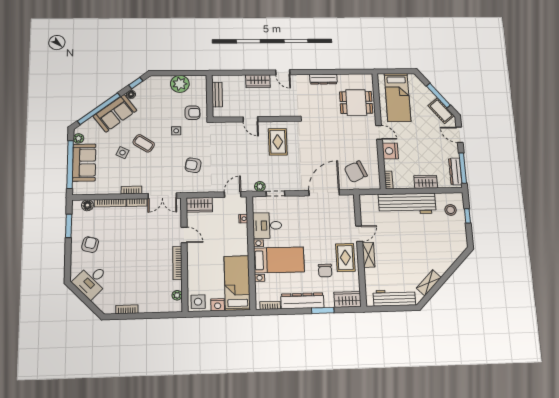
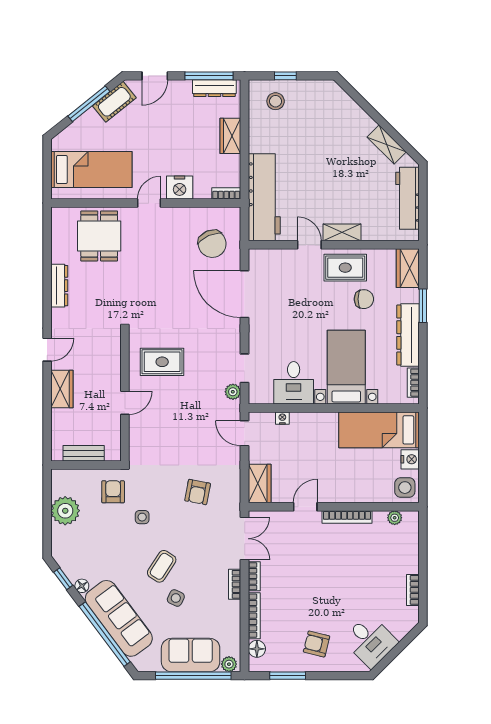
sofa: (115, 113) -> (119, 618), width x1.36
plant: (78, 138) -> (229, 664), moved
workbench: (407, 204) -> (264, 197), moved

